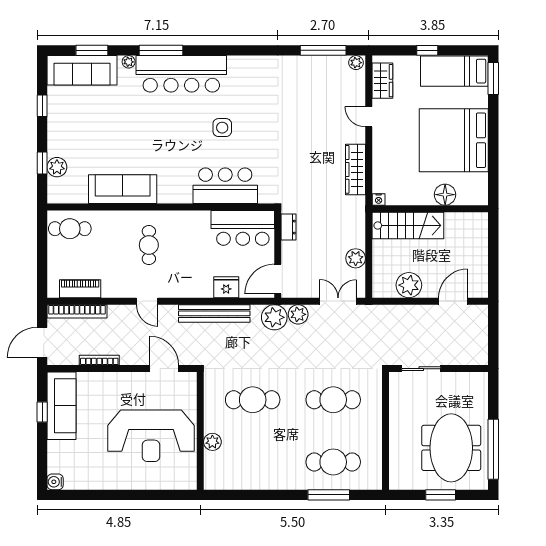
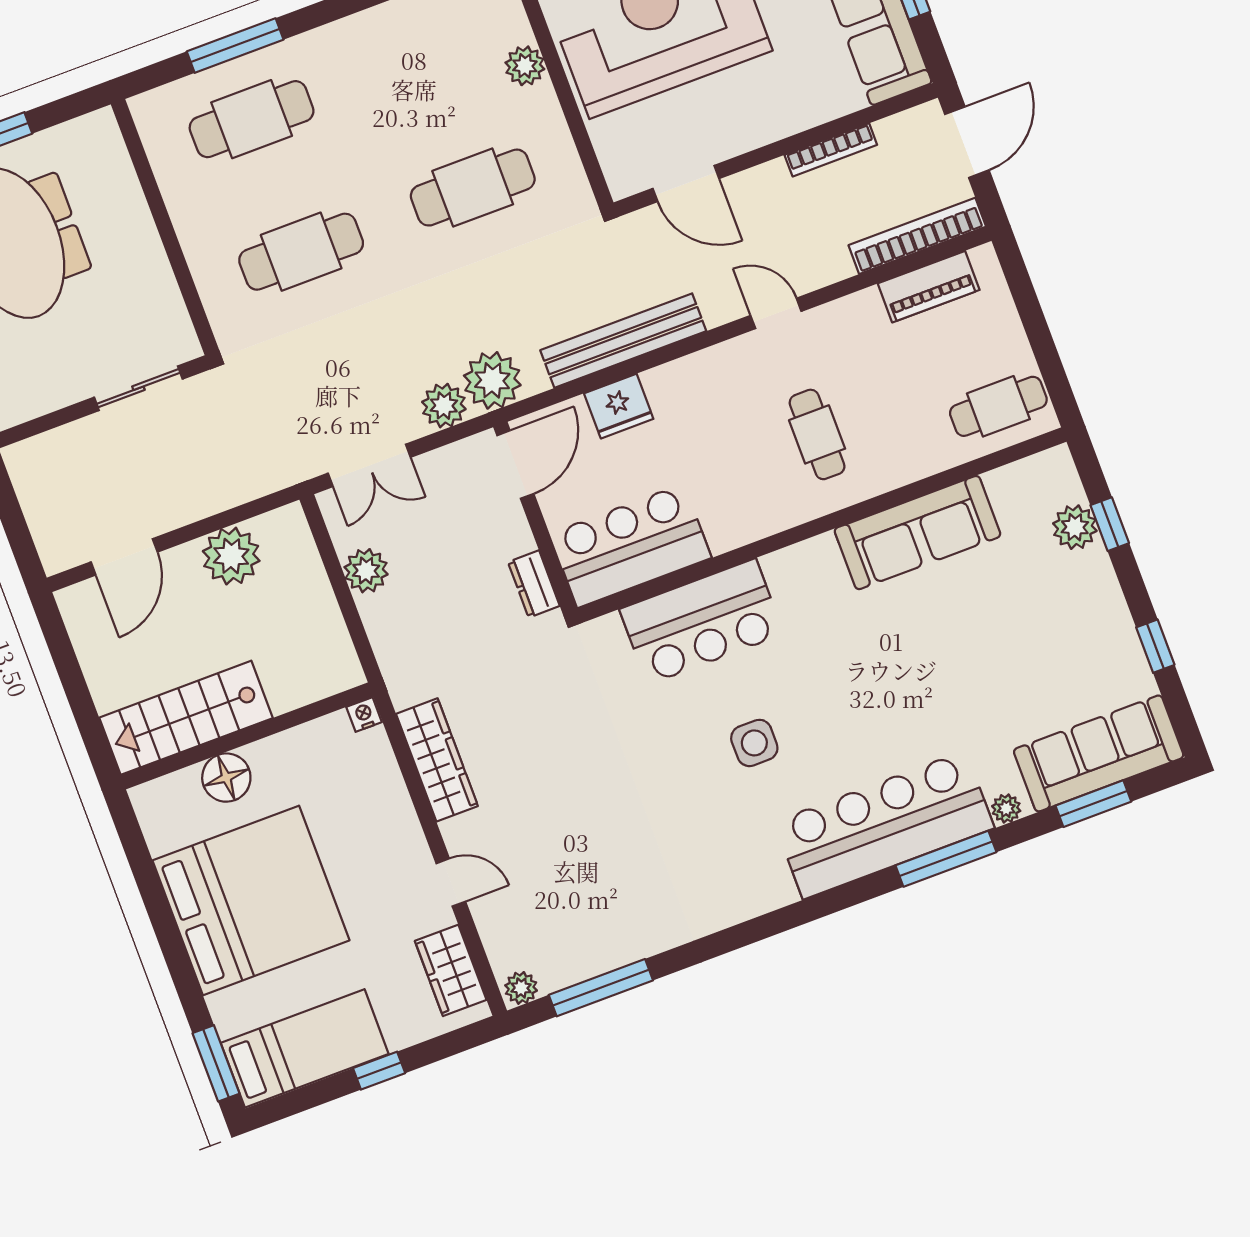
stairs: (408, 226) -> (186, 718), moved

